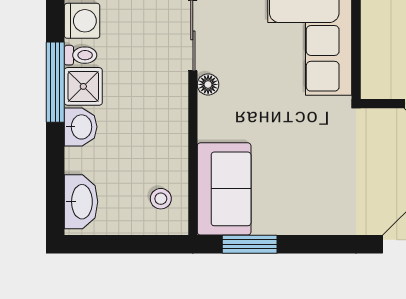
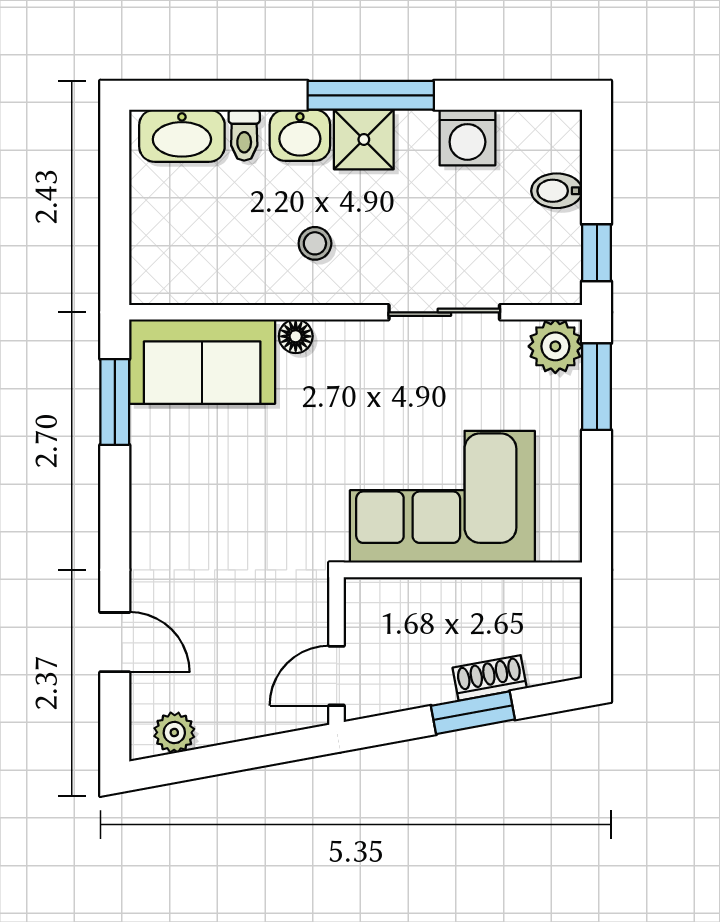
toilet: (81, 55) -> (244, 135), moved
floor lamp: (208, 84) -> (296, 336), moved
stool: (161, 199) -> (315, 243), moved

